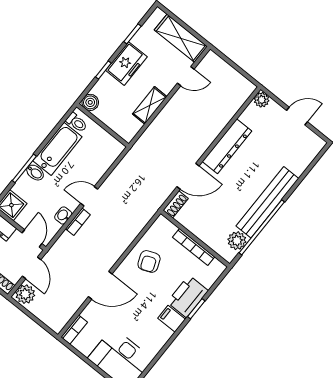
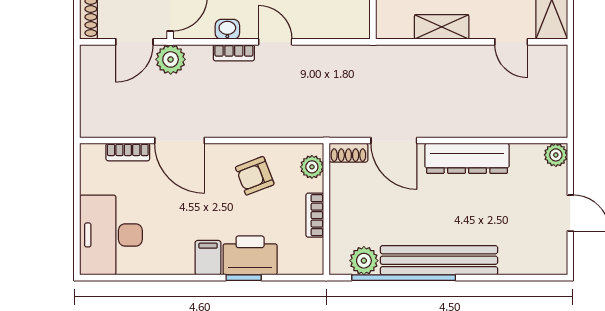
plant: (168, 229) -> (312, 167), added
bookcase: (194, 247) -> (315, 215), width x0.64
plant: (25, 294) -> (171, 59), moved
bookcase: (74, 330) -> (128, 152), moved

